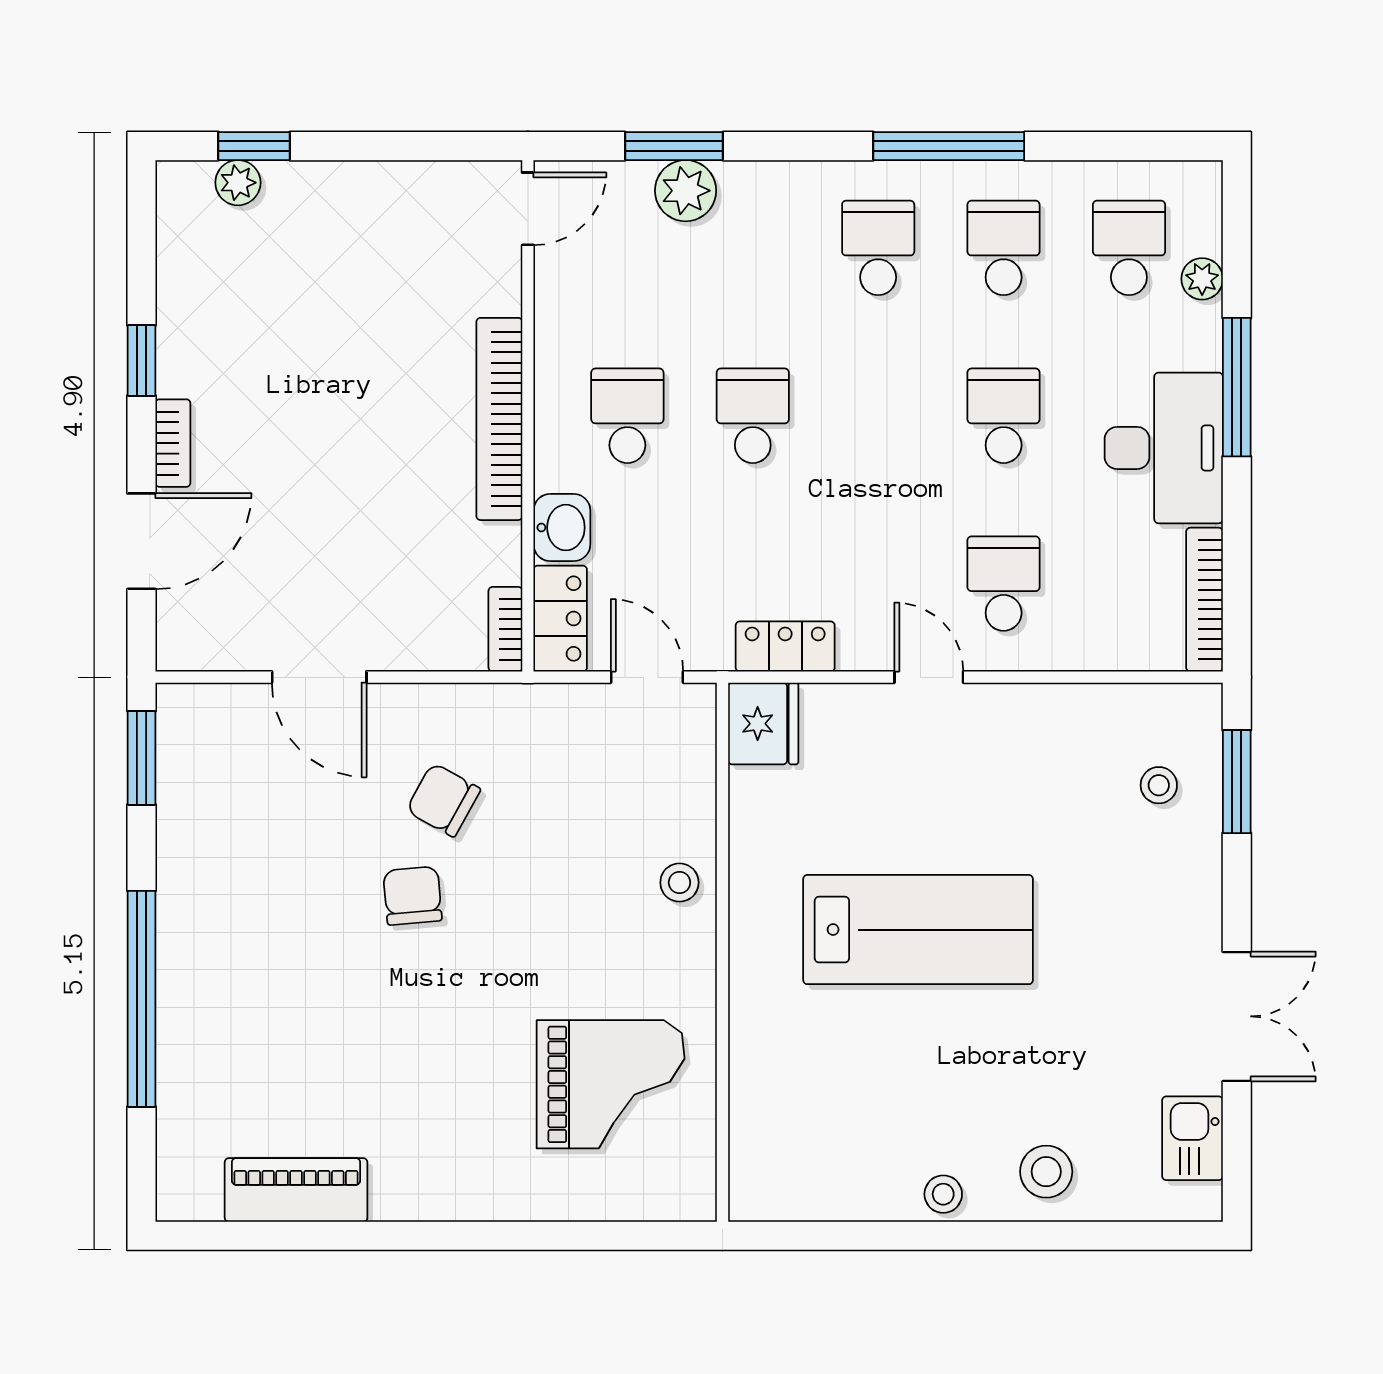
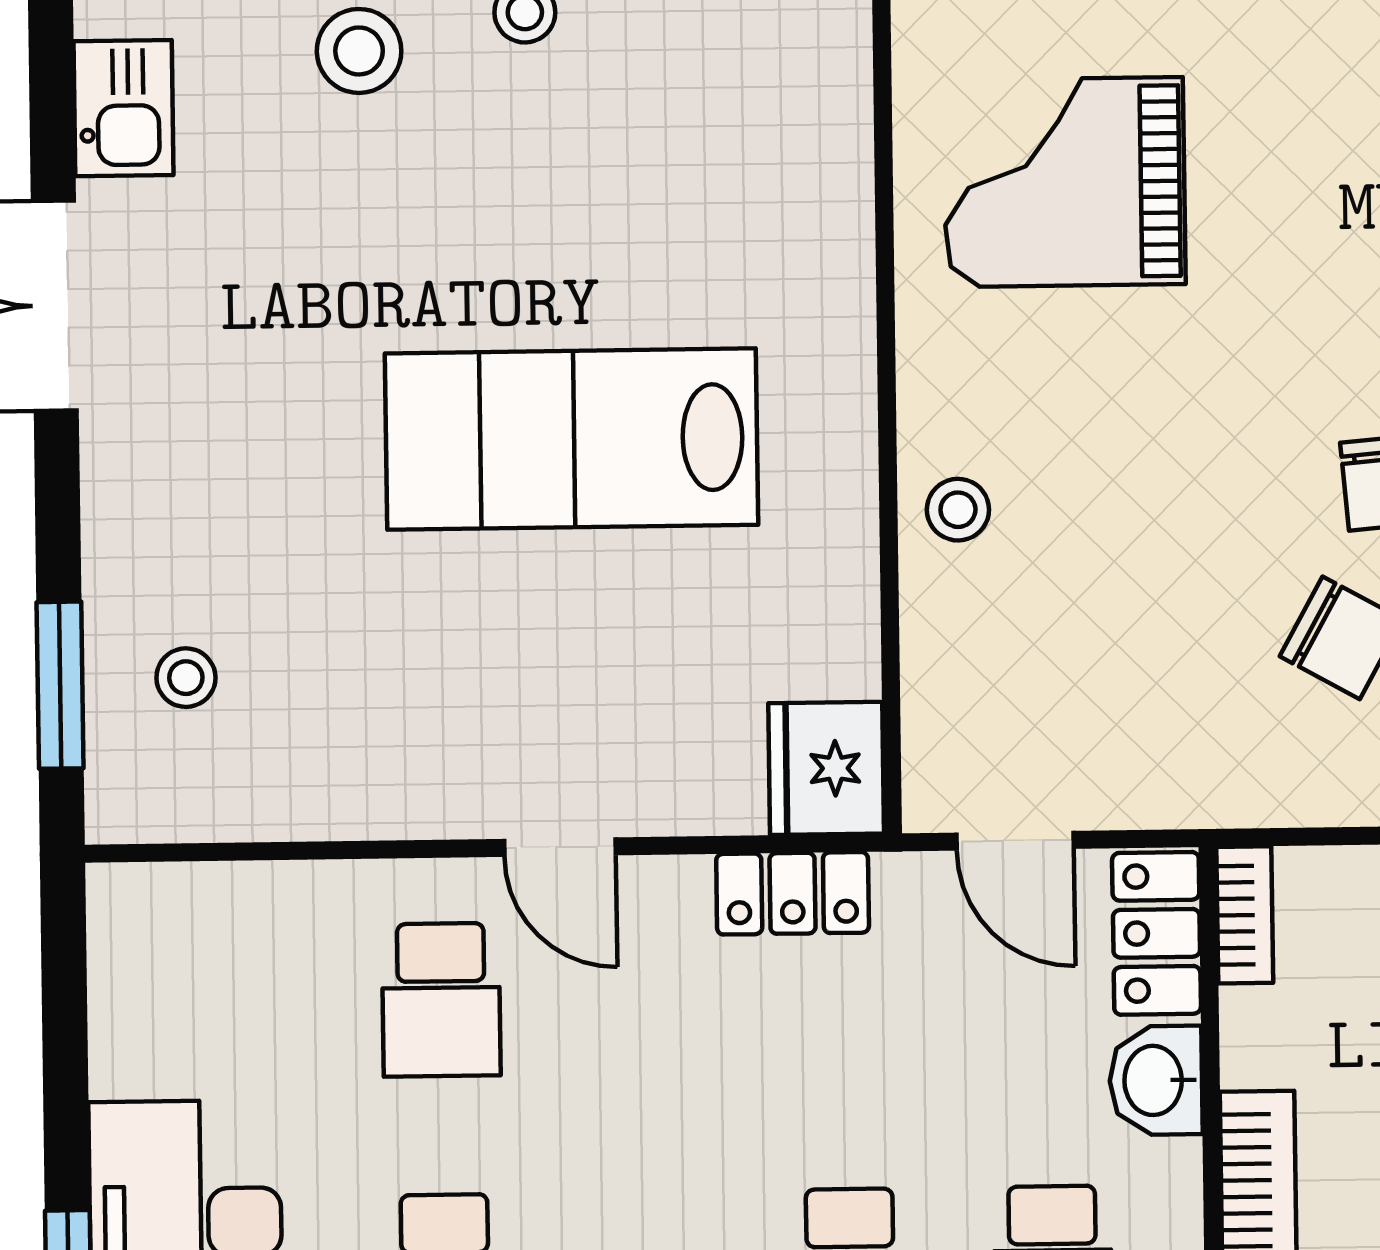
bookcase: (1204, 600) -> (116, 978), removed

